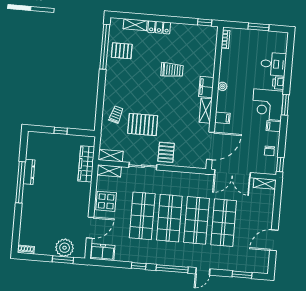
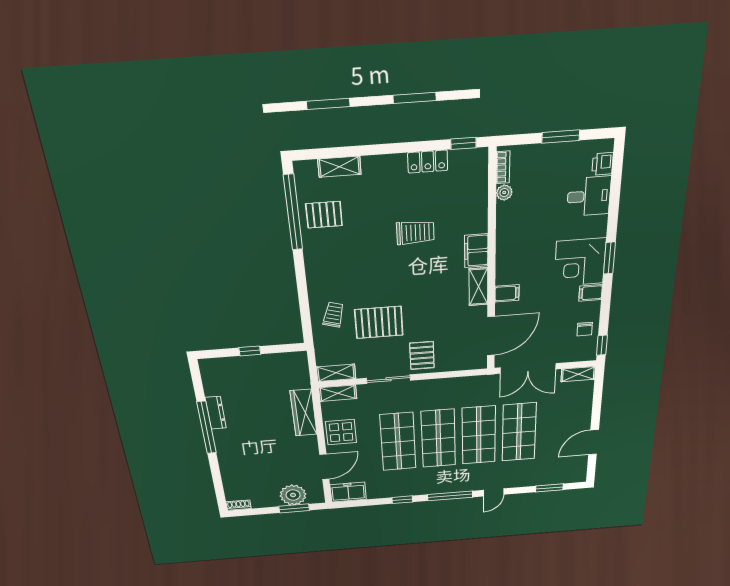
locker: (159, 27) -> (428, 162), moved
printer: (278, 83) -> (603, 164), moved
plant: (222, 86) -> (504, 193), moved
wardrobe: (86, 164) -> (304, 413), moved

